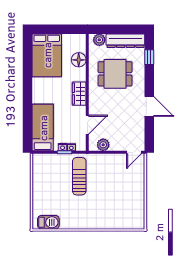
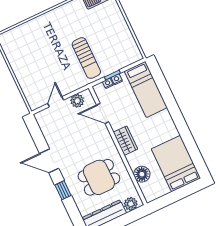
window: (149, 57) -> (63, 190), moved
door: (87, 125) -> (103, 113), hinge flipped
door: (134, 152) -> (56, 102), moved

